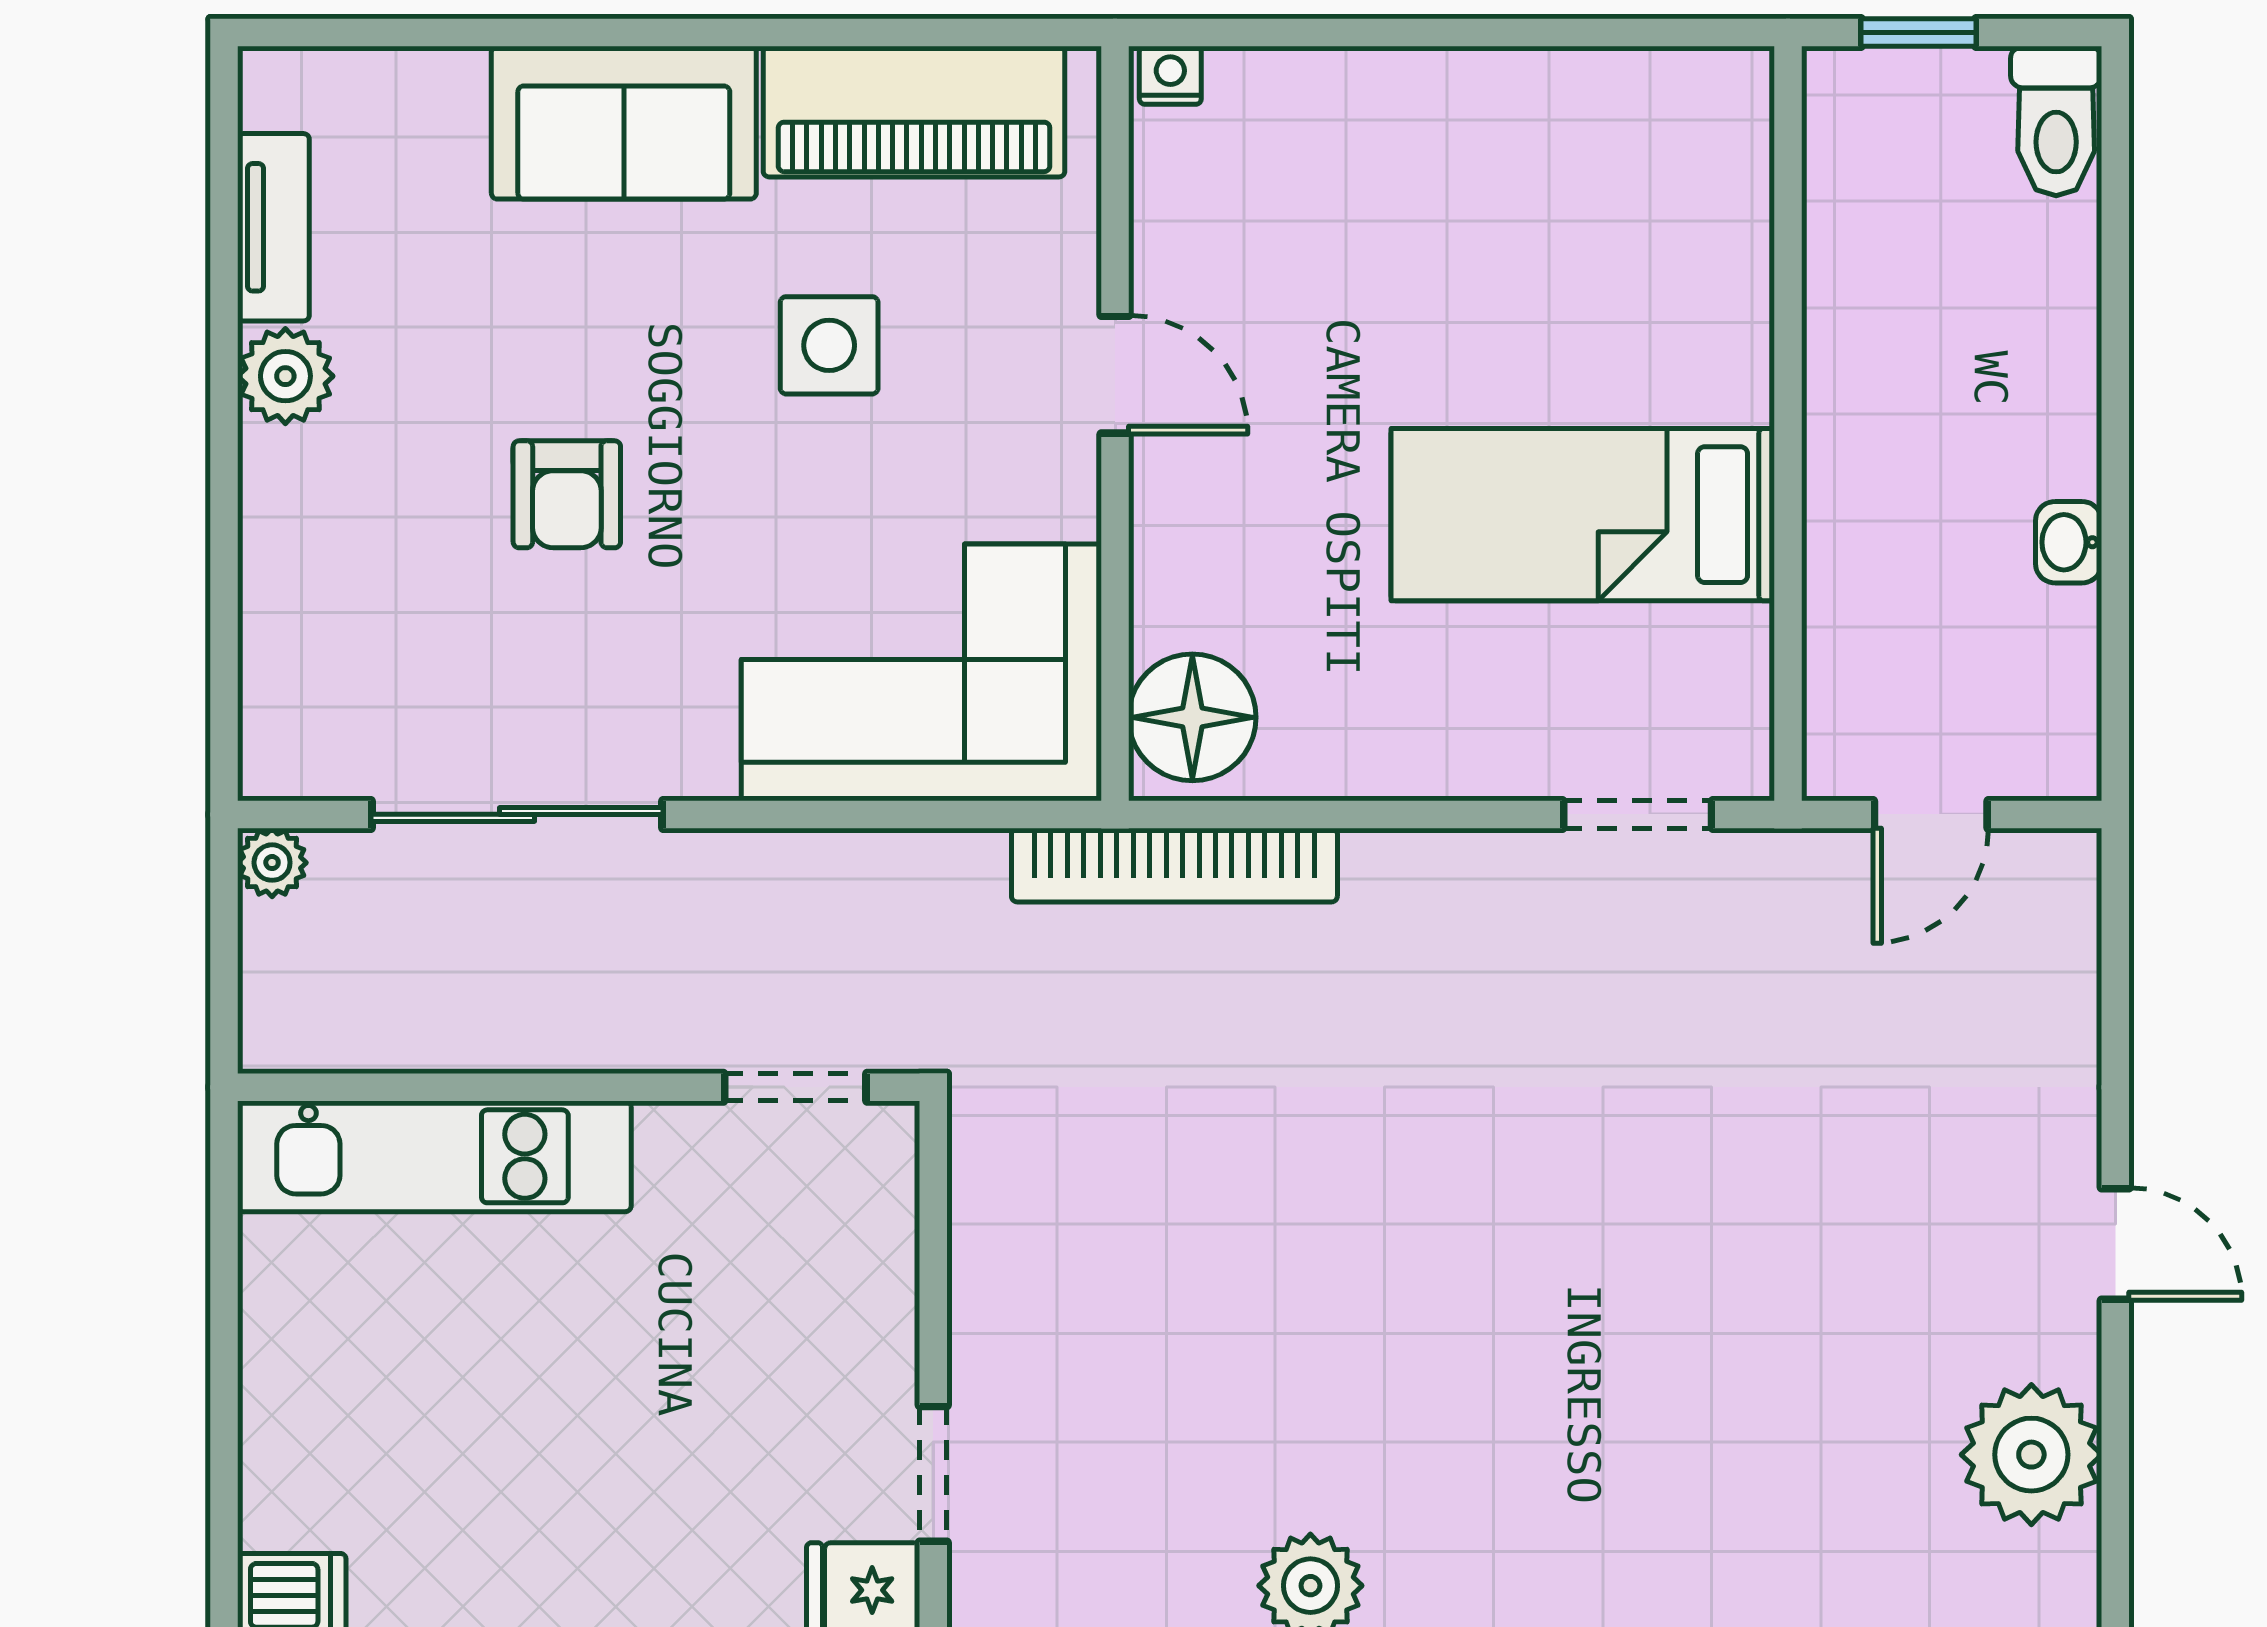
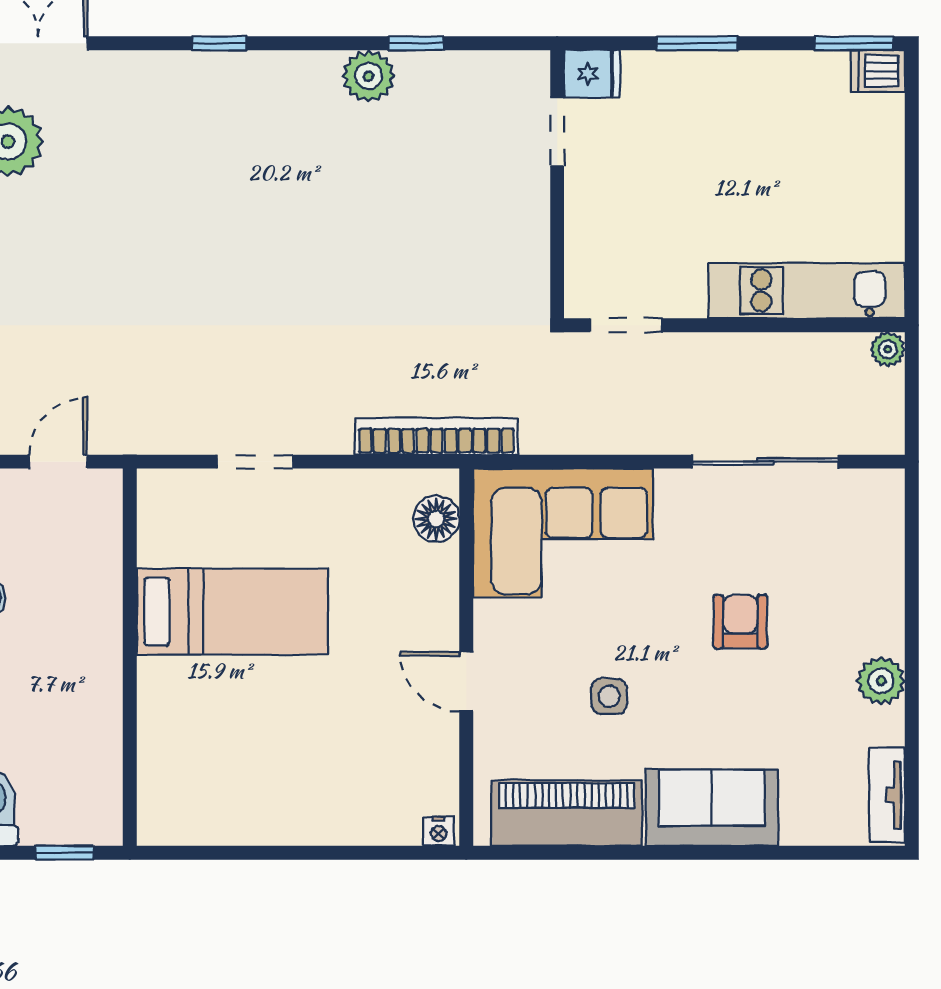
tv unit: (273, 227) -> (887, 795), moved
side table: (829, 345) -> (609, 696), width x0.73, depth x0.73
floor lamp: (1192, 717) -> (436, 519), width x0.73, depth x0.73
doorway: (1638, 814) -> (255, 462), moved
plant: (272, 863) -> (888, 349), moved

